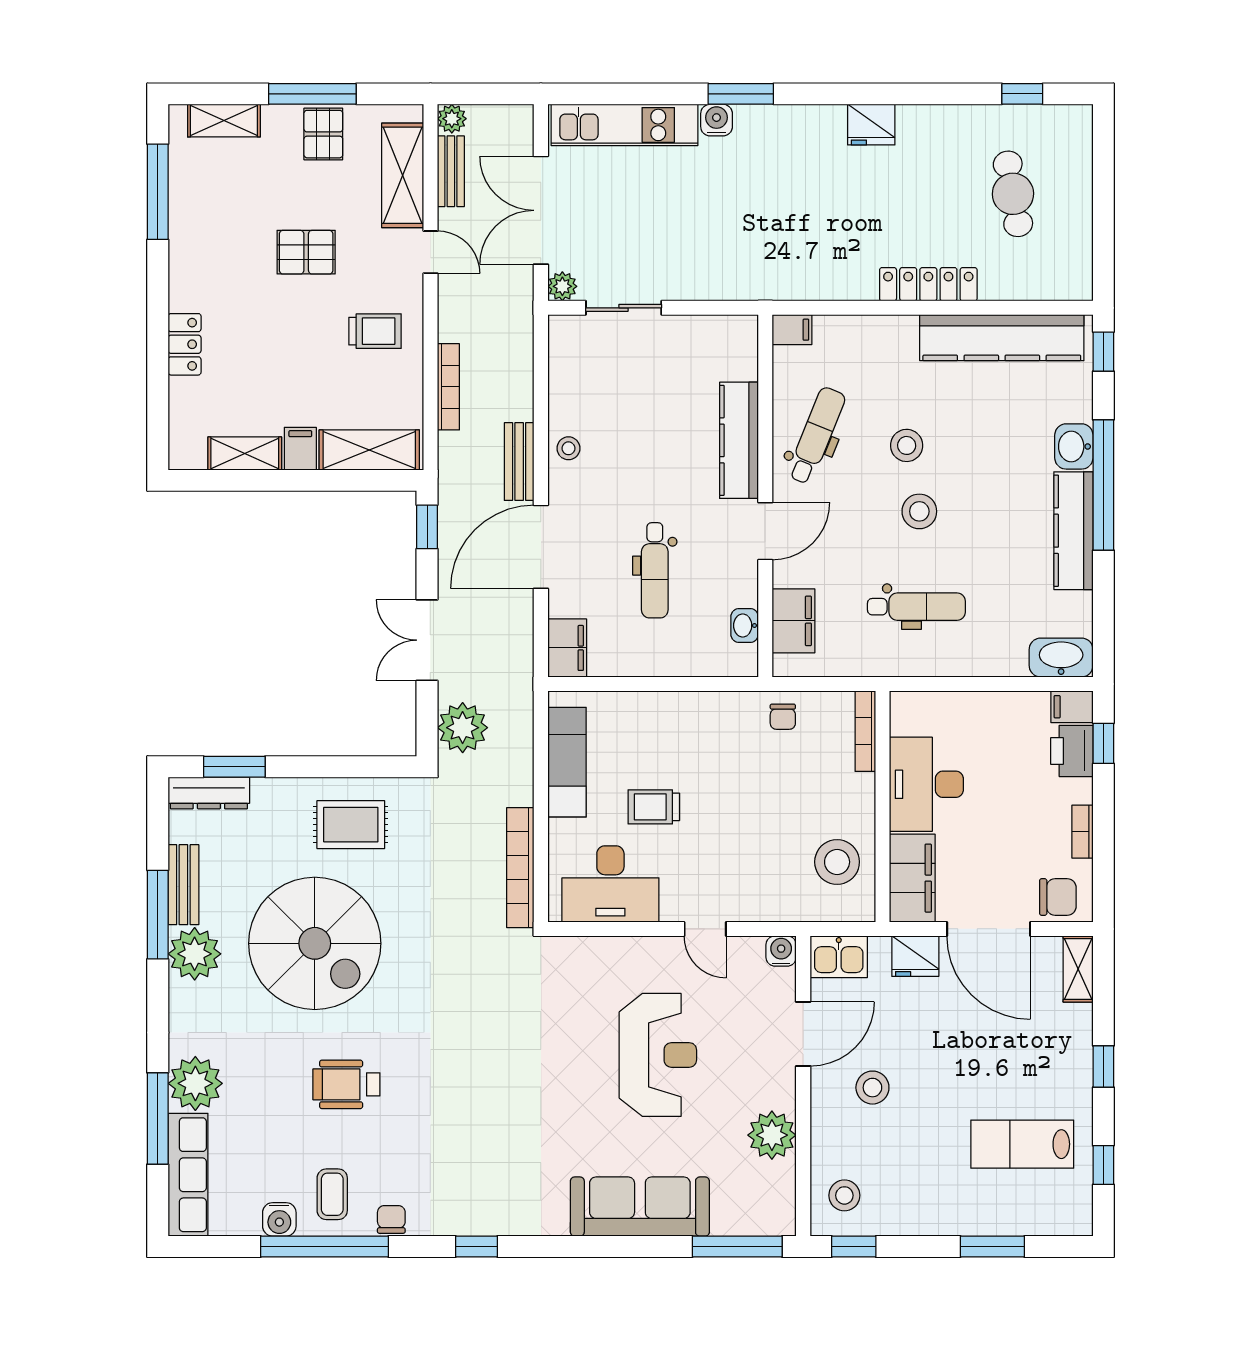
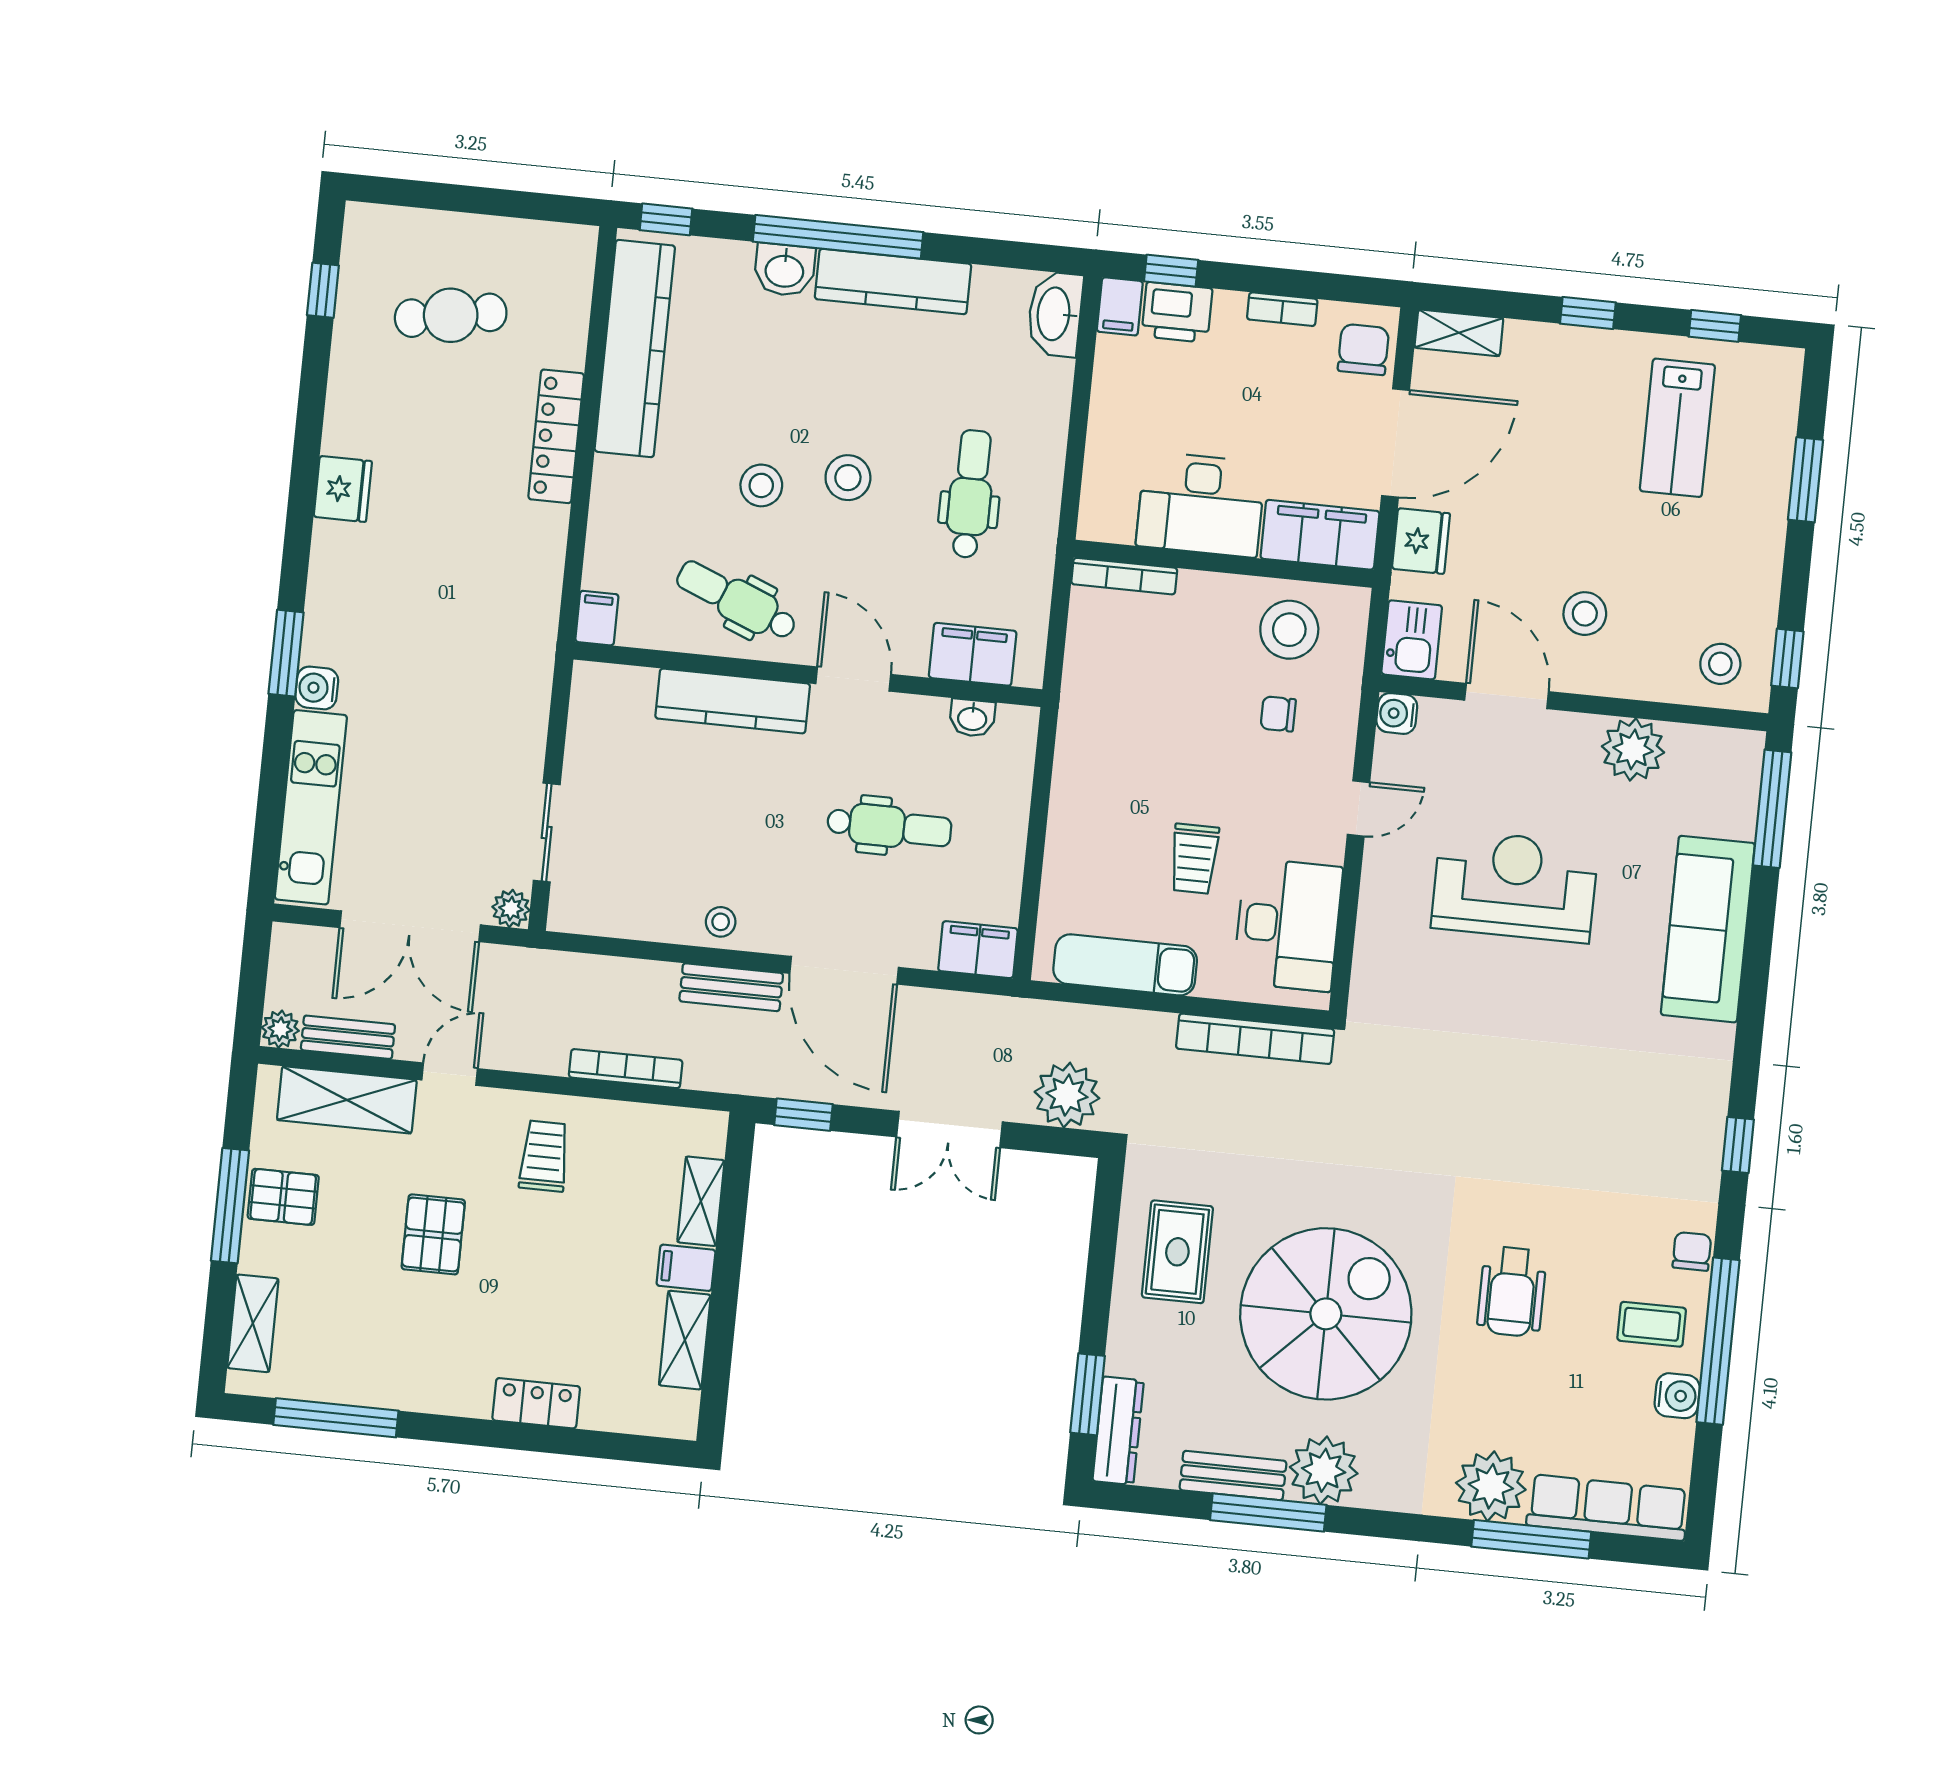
shelving: (369, 450) -> (701, 1201), width x0.67, depth x0.75
chair: (783, 717) -> (1278, 714), moved, turned 180
chair: (391, 1219) -> (1692, 1251), turned 90

